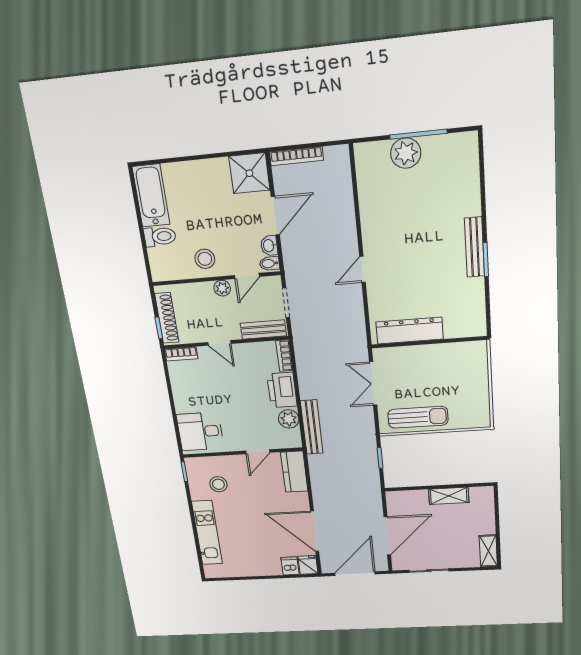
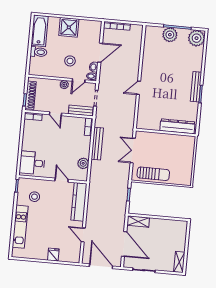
plant: (461, 149) -> (197, 38), added
shower: (249, 173) -> (69, 27), moved
stool: (205, 259) -> (70, 61), moved
dresser: (409, 331) -> (177, 126), moved
printer: (282, 390) -> (83, 146), removed
bench: (312, 427) -> (97, 144), moved
door: (258, 452) -> (62, 180), swing flipped
kitchen counter: (294, 472) -> (79, 202), width x1.50
shelving: (449, 496) -> (138, 221), moved
door: (315, 531) -> (83, 235), width x0.53
door: (387, 536) -> (124, 244), hinge flipped
fridge: (308, 565) -> (53, 255), moved
dishwasher: (290, 566) -> (64, 256), removed
door: (355, 574) -> (101, 266), hinge flipped

